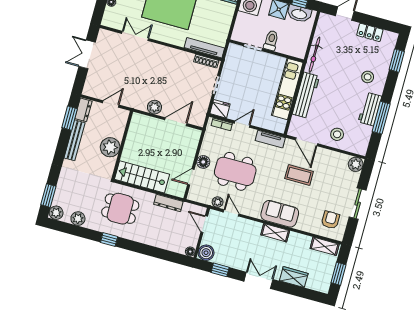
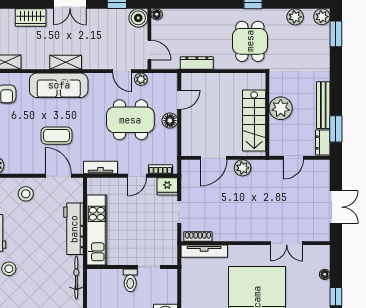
stairs: (142, 177) -> (254, 121), moved, turned 90
dining table: (120, 209) -> (250, 41), turned 90
sofa: (280, 214) -> (59, 85), width x1.36

